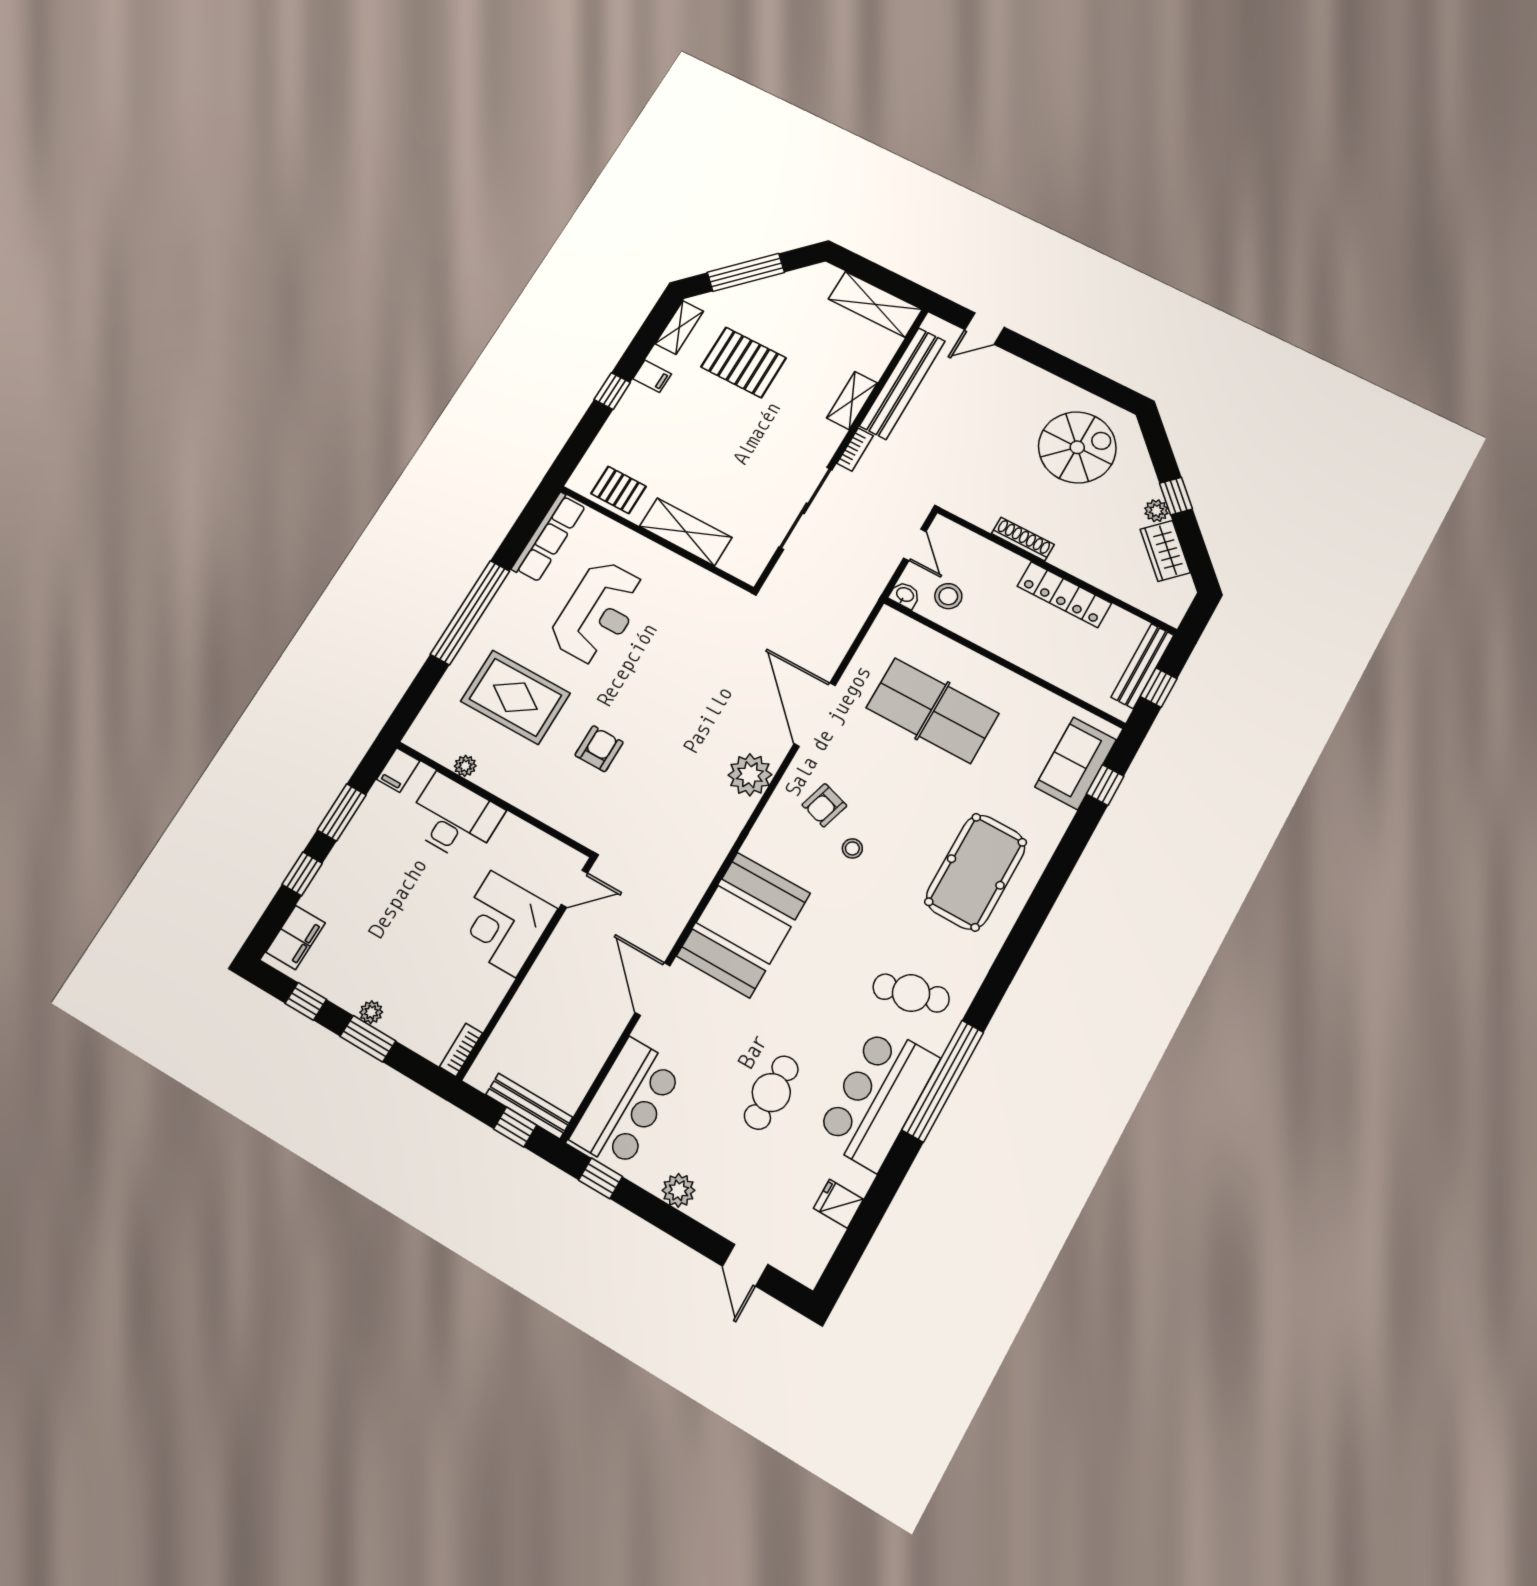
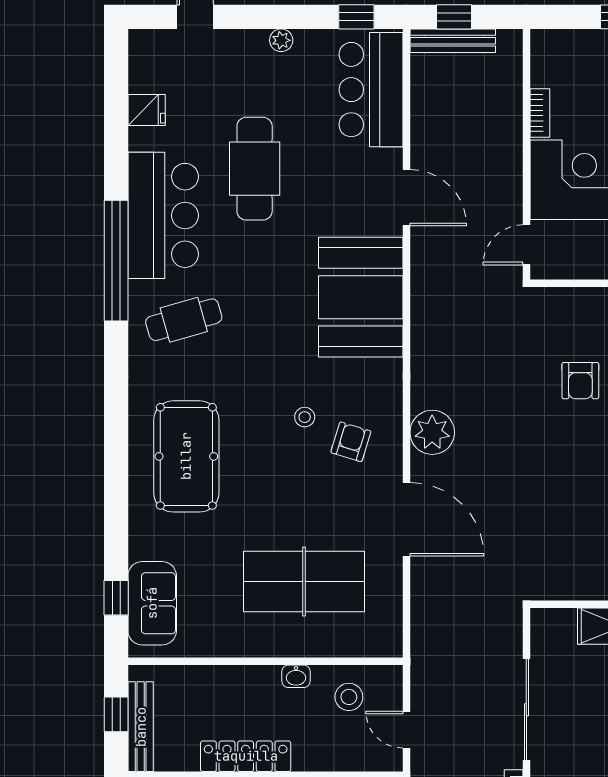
washbasin: (905, 595) -> (296, 676), moved
bookcase: (461, 1050) -> (540, 113), moved
cafe table: (771, 1093) -> (255, 169), width x1.37, depth x1.35
plant: (678, 1190) -> (281, 40), width x0.73, depth x0.73

